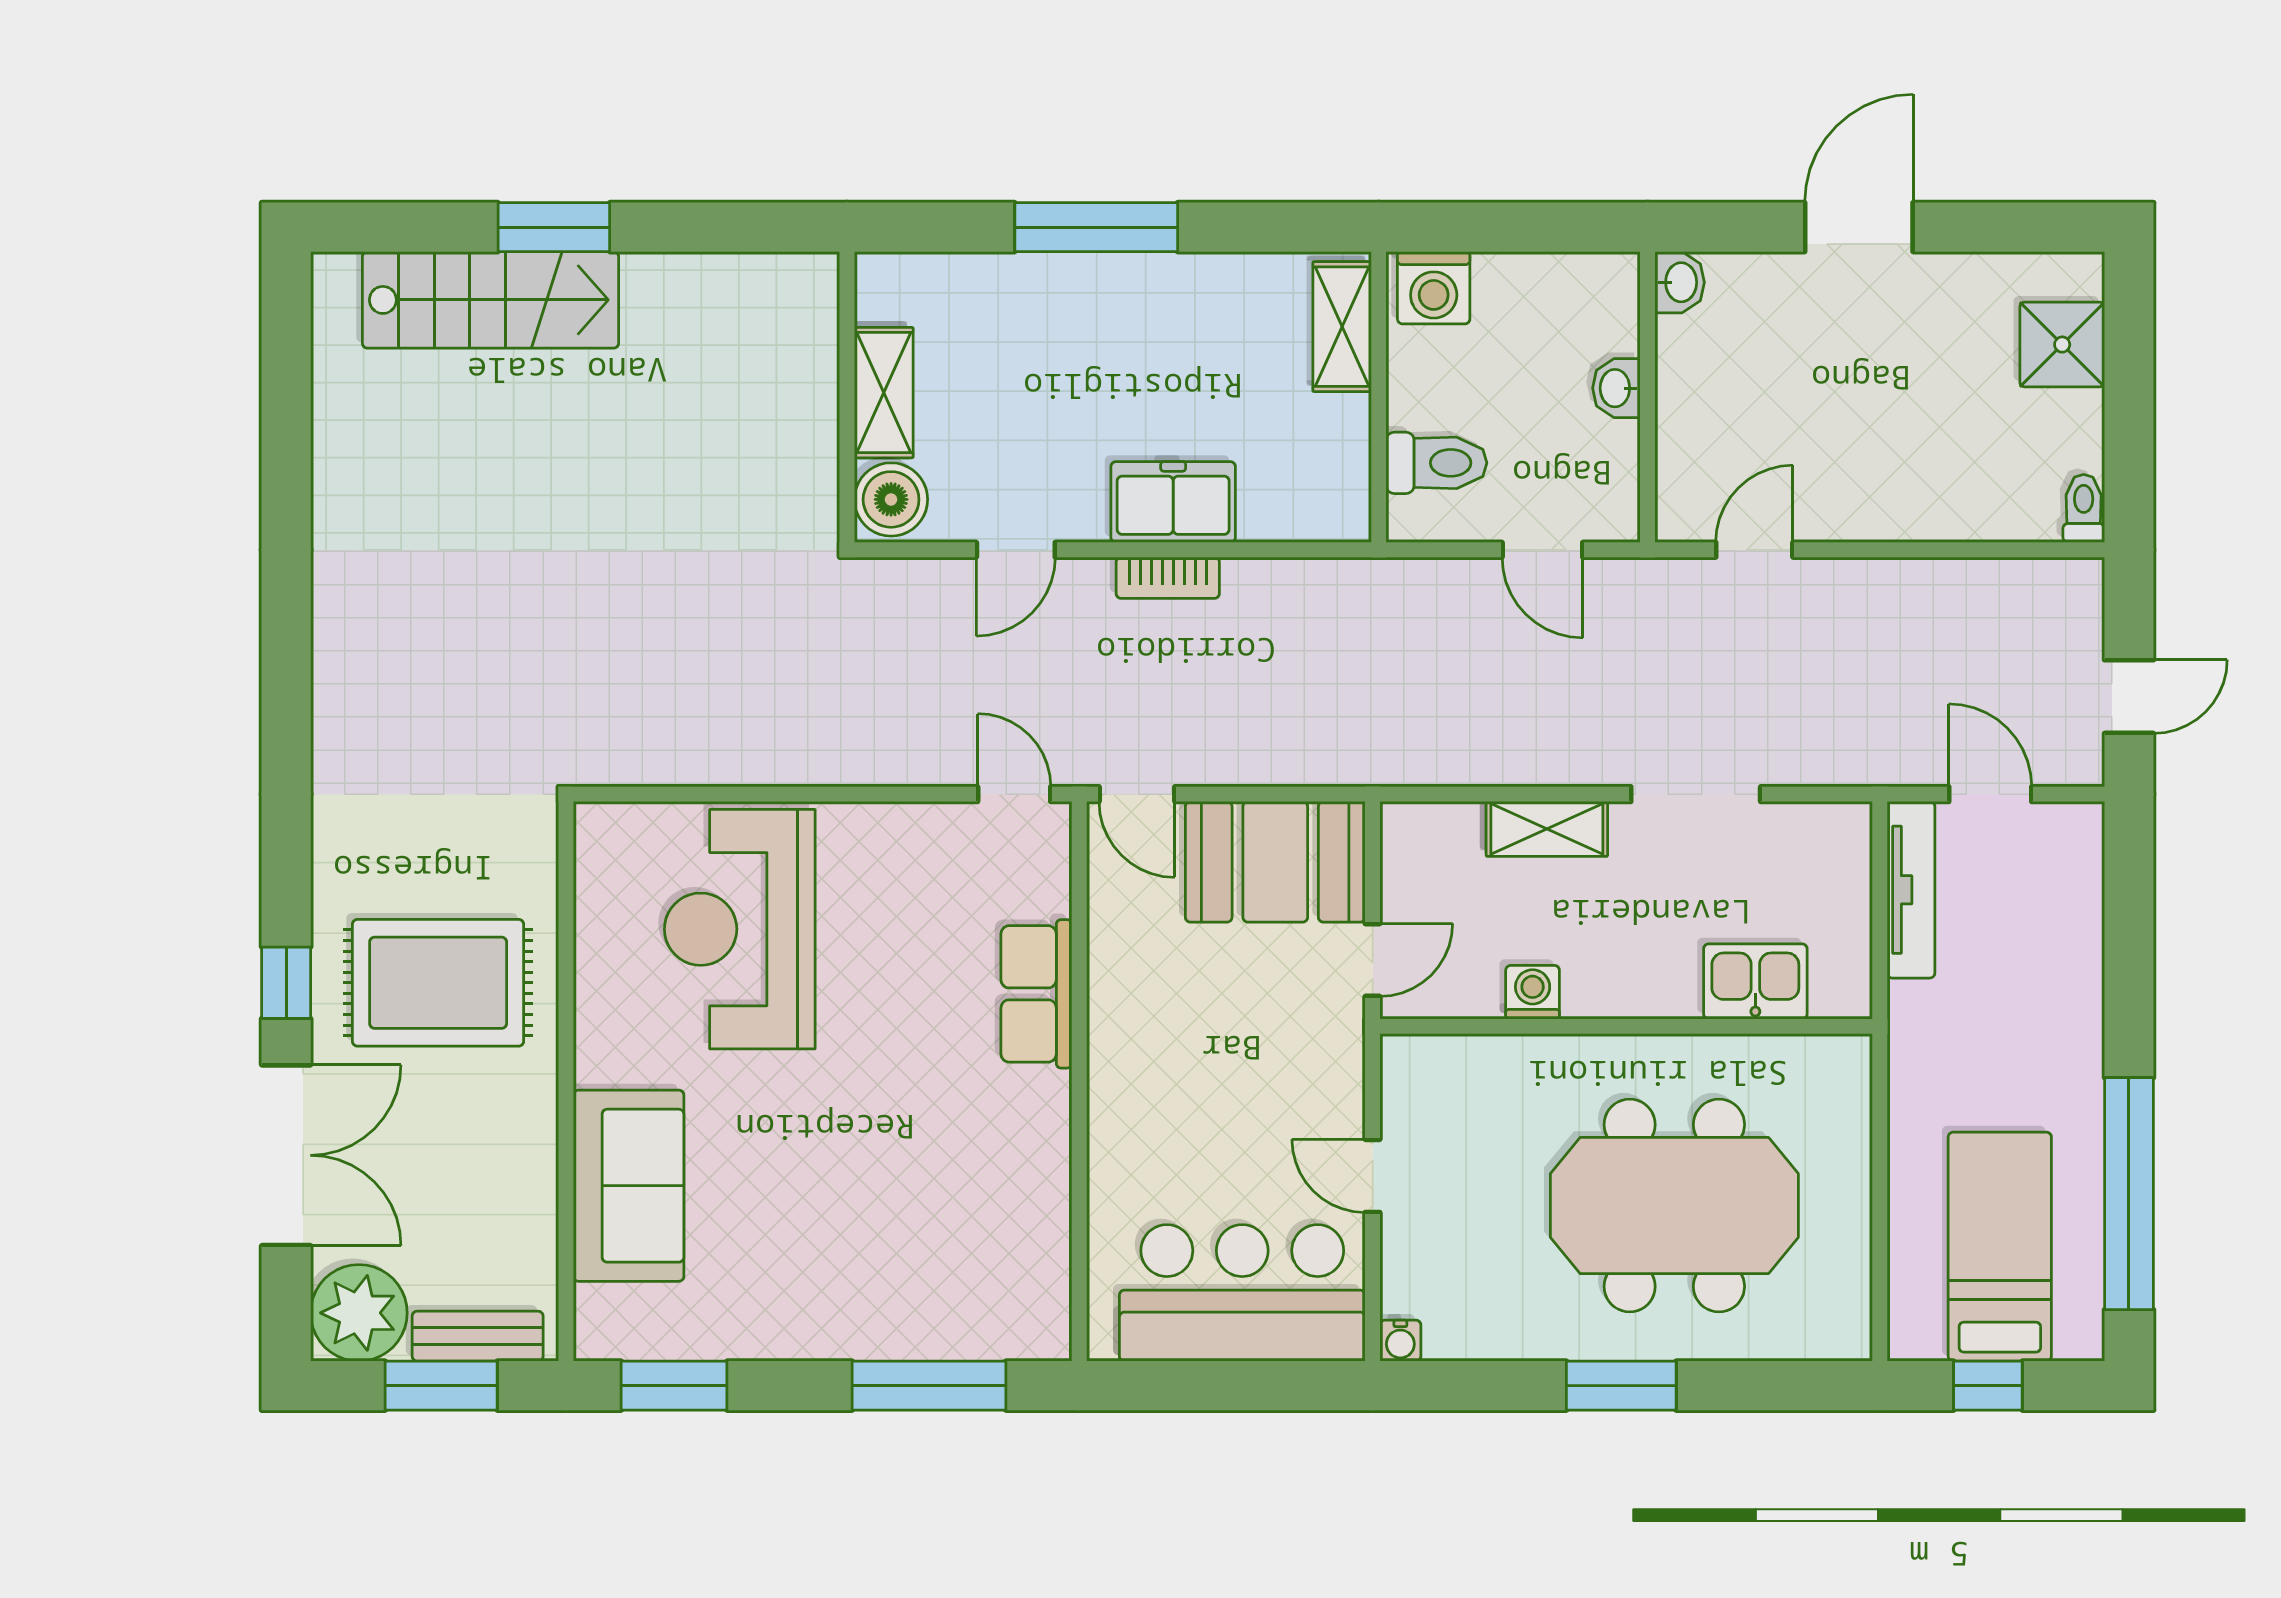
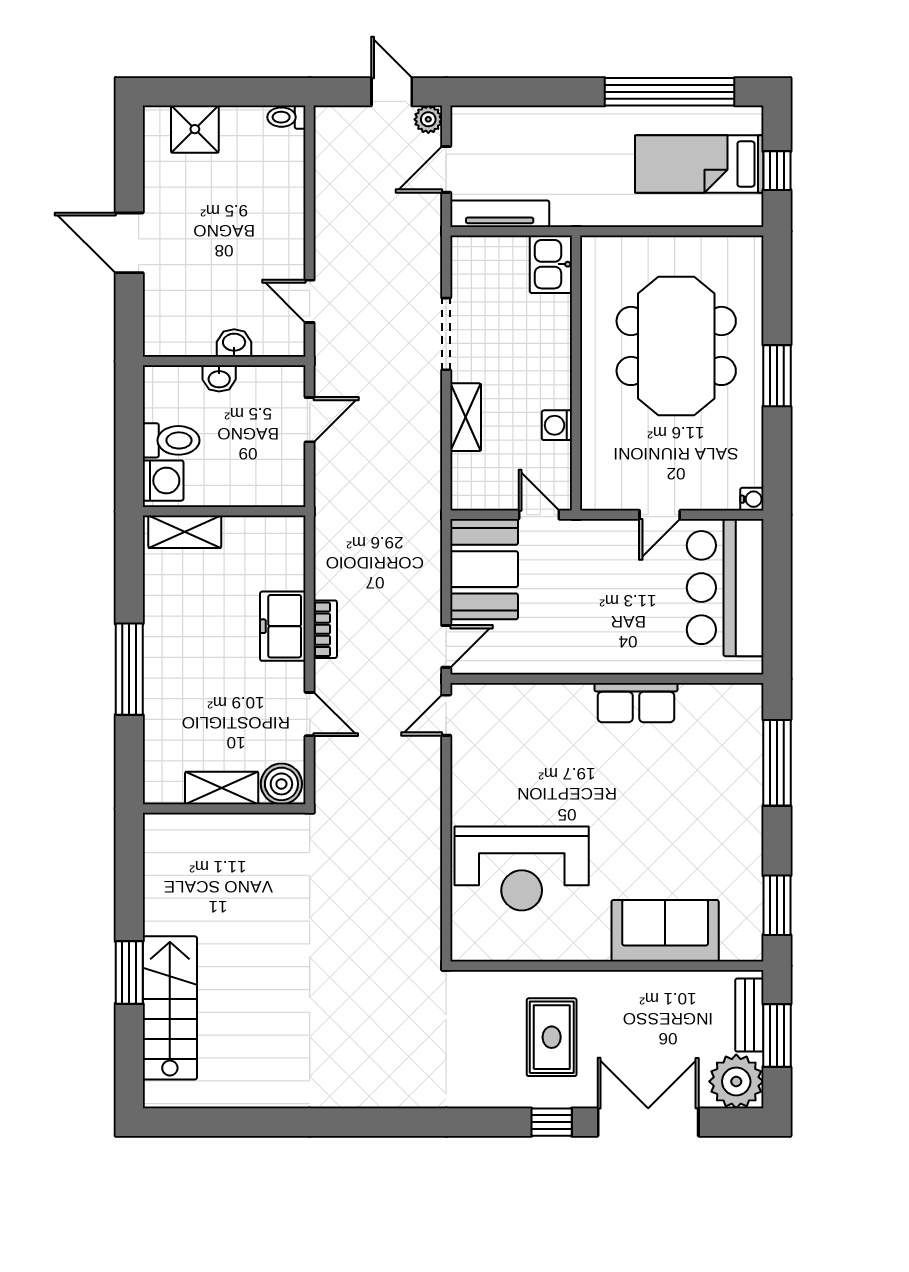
washbasin: (1680, 282) -> (234, 343), moved
toilet: (1436, 463) -> (171, 440), moved, turned 90
plant: (2080, 762) -> (428, 119), added
kitchen sink: (1755, 981) -> (551, 264), moved
rug: (438, 983) -> (552, 1037), width x0.73, depth x0.70
row of seats: (1036, 994) -> (636, 703), moved

